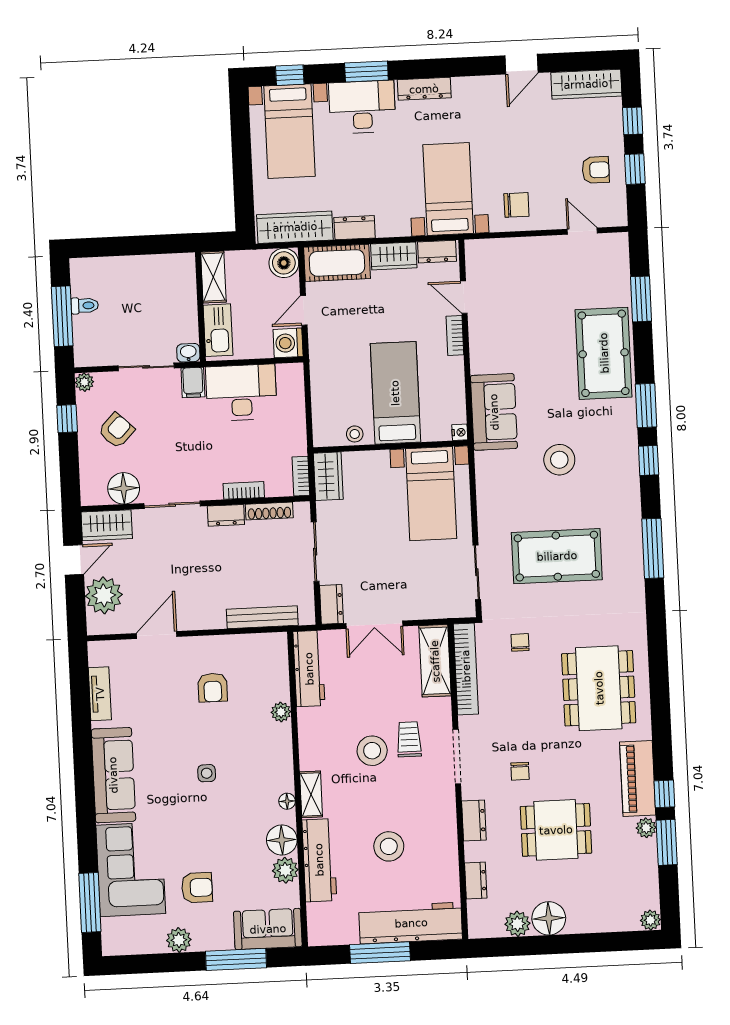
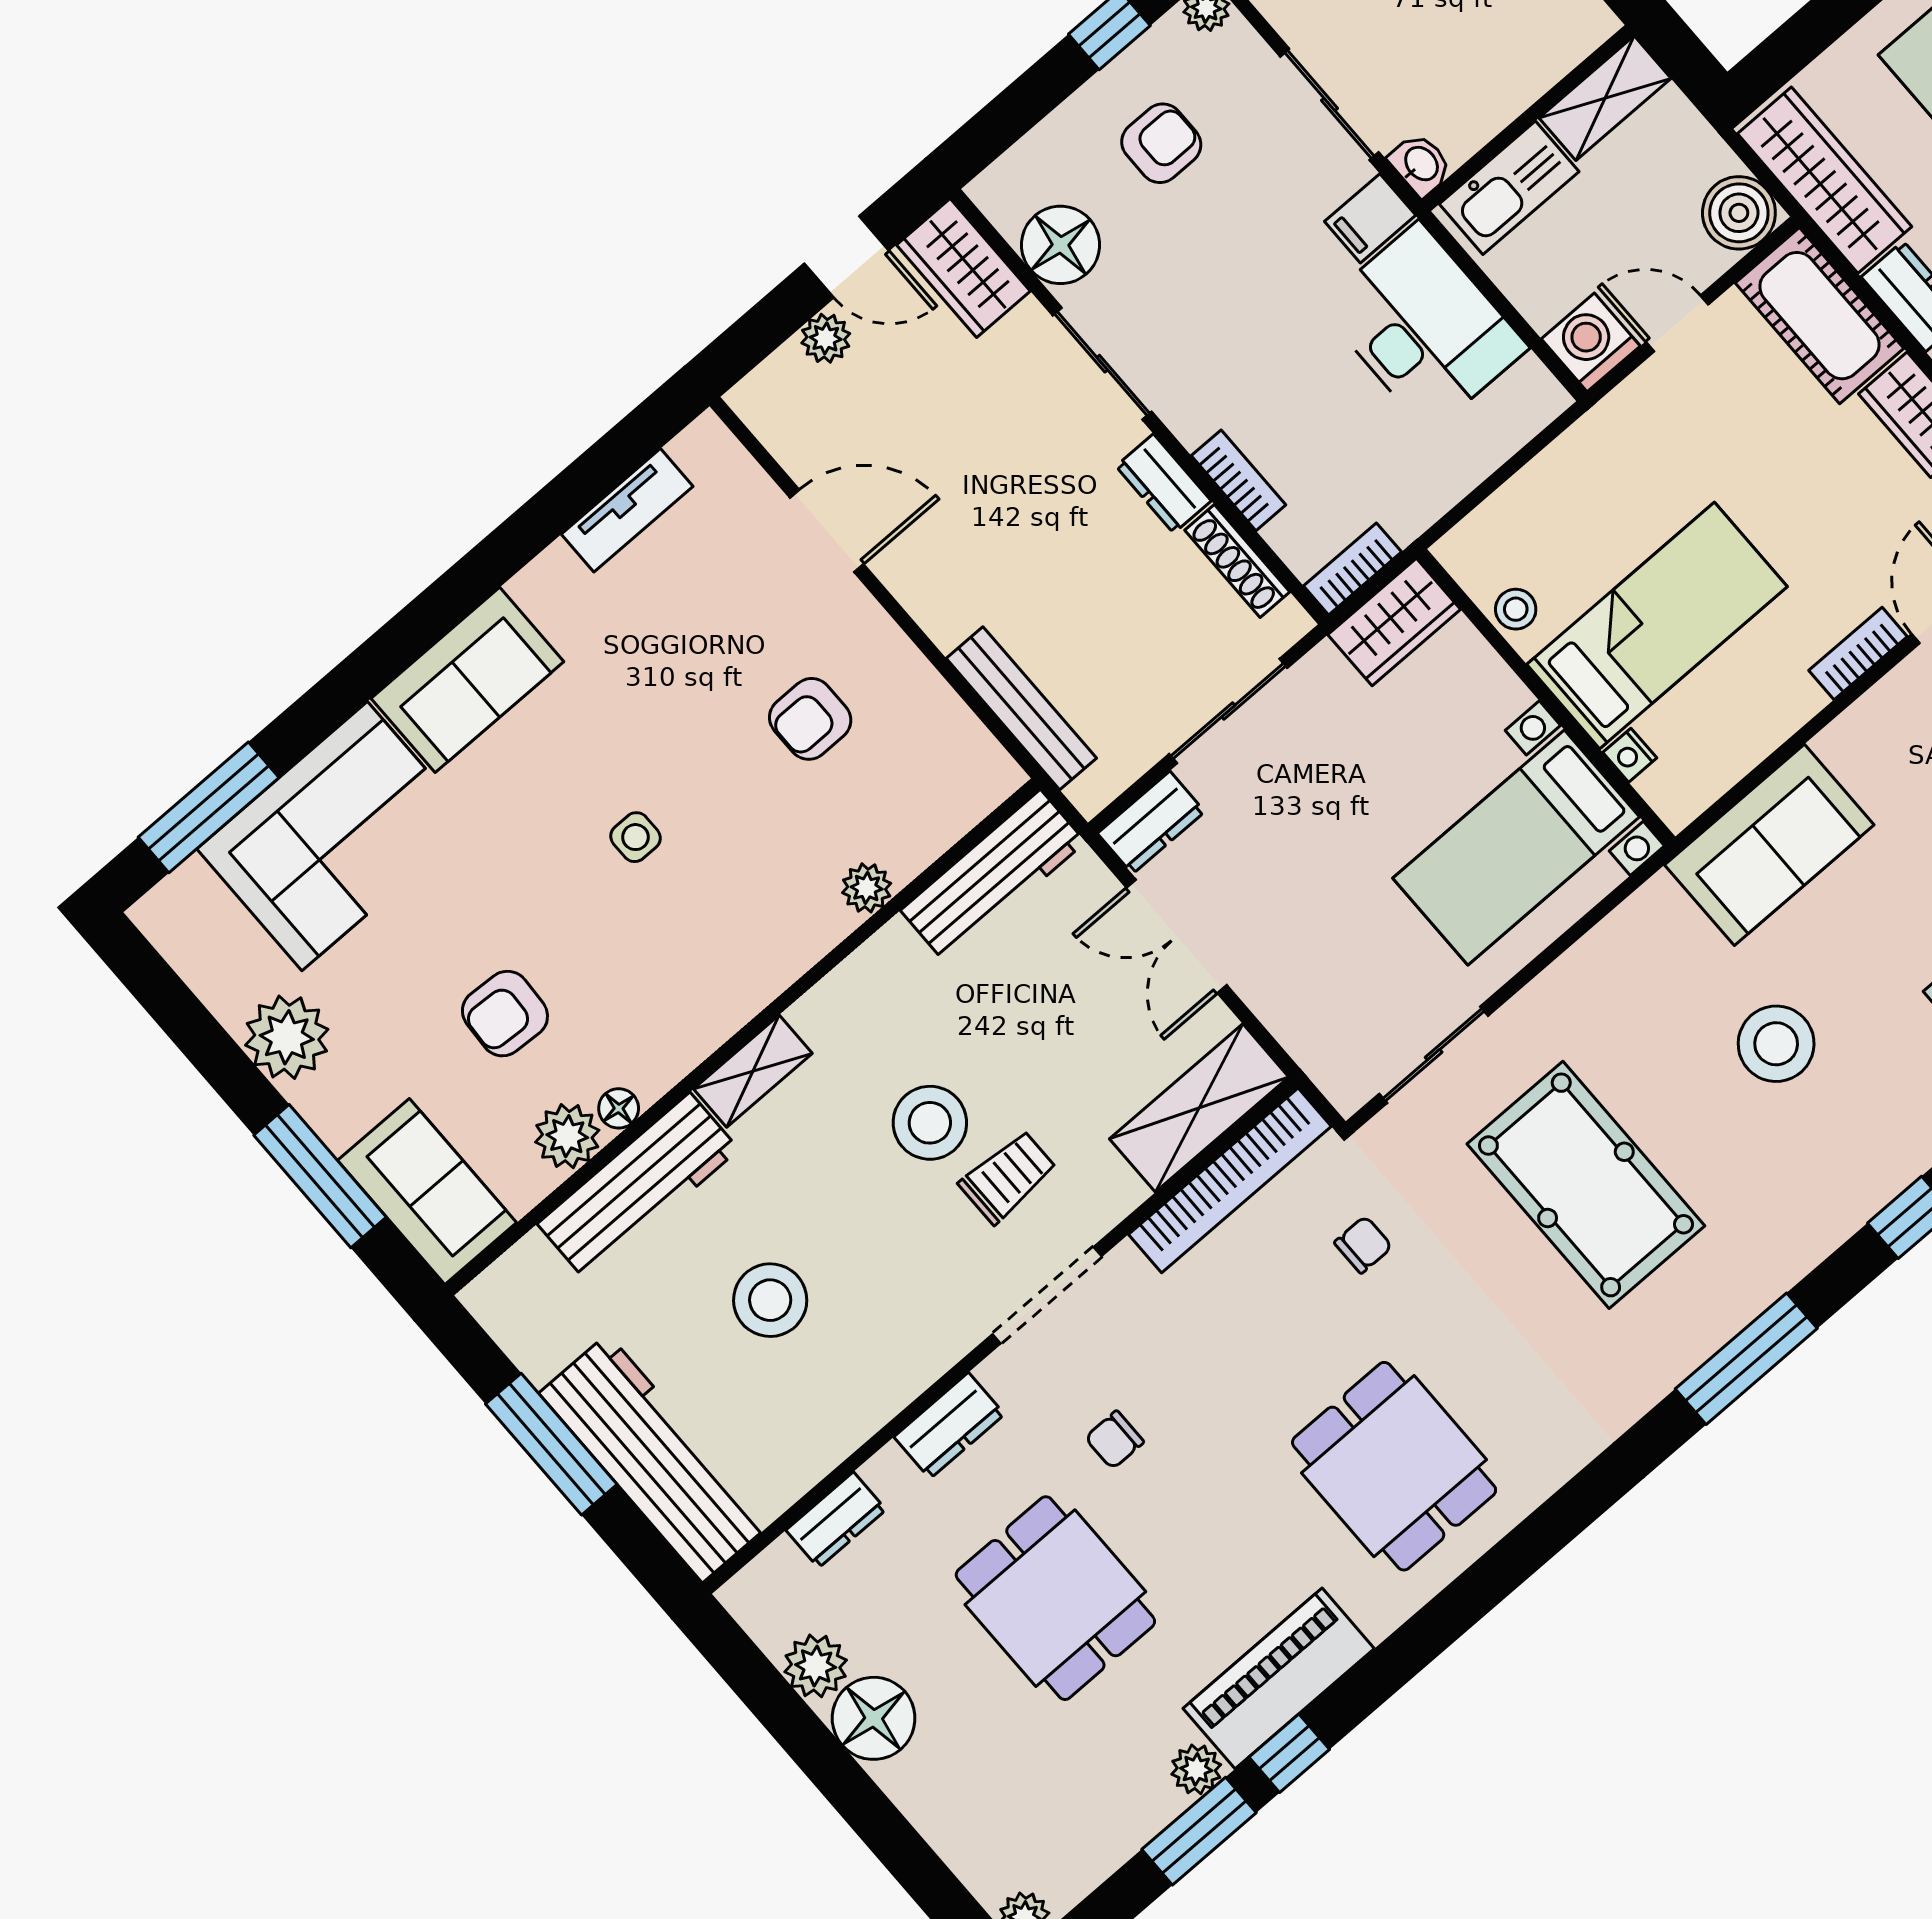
armchair: (116, 430) -> (1161, 143), turned -44
nightstand: (460, 432) -> (1630, 755), moved, turned 90
plant: (104, 595) -> (826, 338), width x0.53, depth x0.53
dining table: (599, 688) -> (1394, 1466), width x0.73
sofa: (113, 775) -> (467, 680), width x0.73
floor lamp: (287, 801) -> (703, 1035), removed
floor lamp: (282, 840) -> (619, 1108), width x0.53, depth x0.53
armchair: (197, 888) -> (505, 1014), moved, turned 93
plant: (179, 940) -> (287, 1037), width x1.36, depth x1.36

